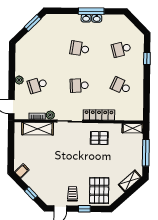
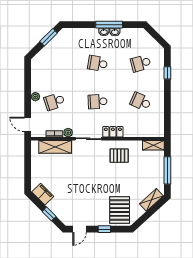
locker: (99, 115) -> (113, 132), width x0.66
filing cabinet: (22, 171) -> (43, 194), width x2.00
trolley: (72, 194) -> (92, 214), removed

